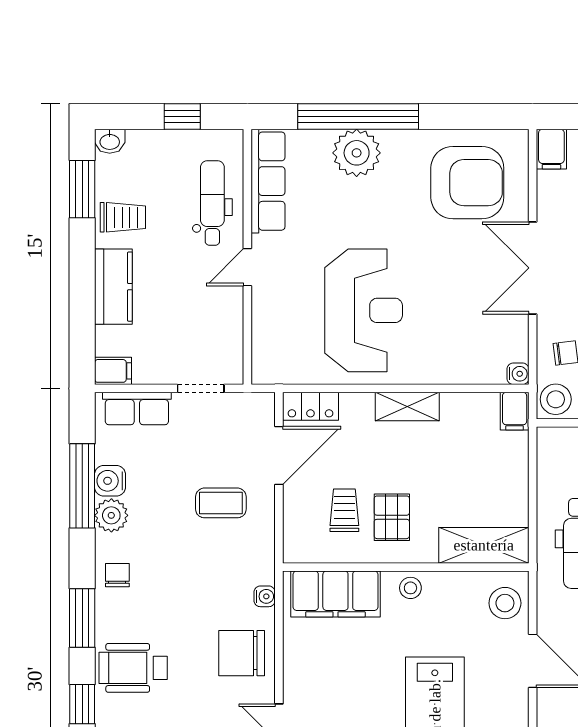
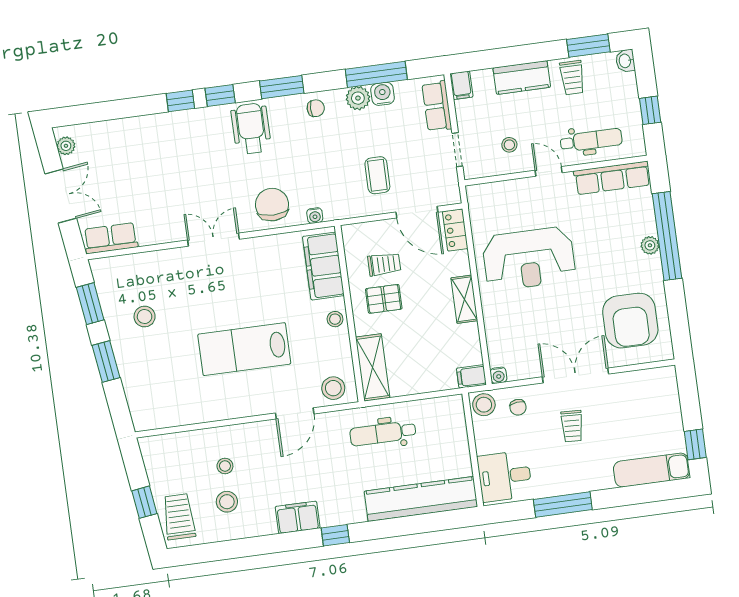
filing cabinet: (551, 149) -> (662, 377), removed
plant: (357, 153) -> (650, 245), width x0.53, depth x0.53
stool: (204, 316) -> (509, 145), added

